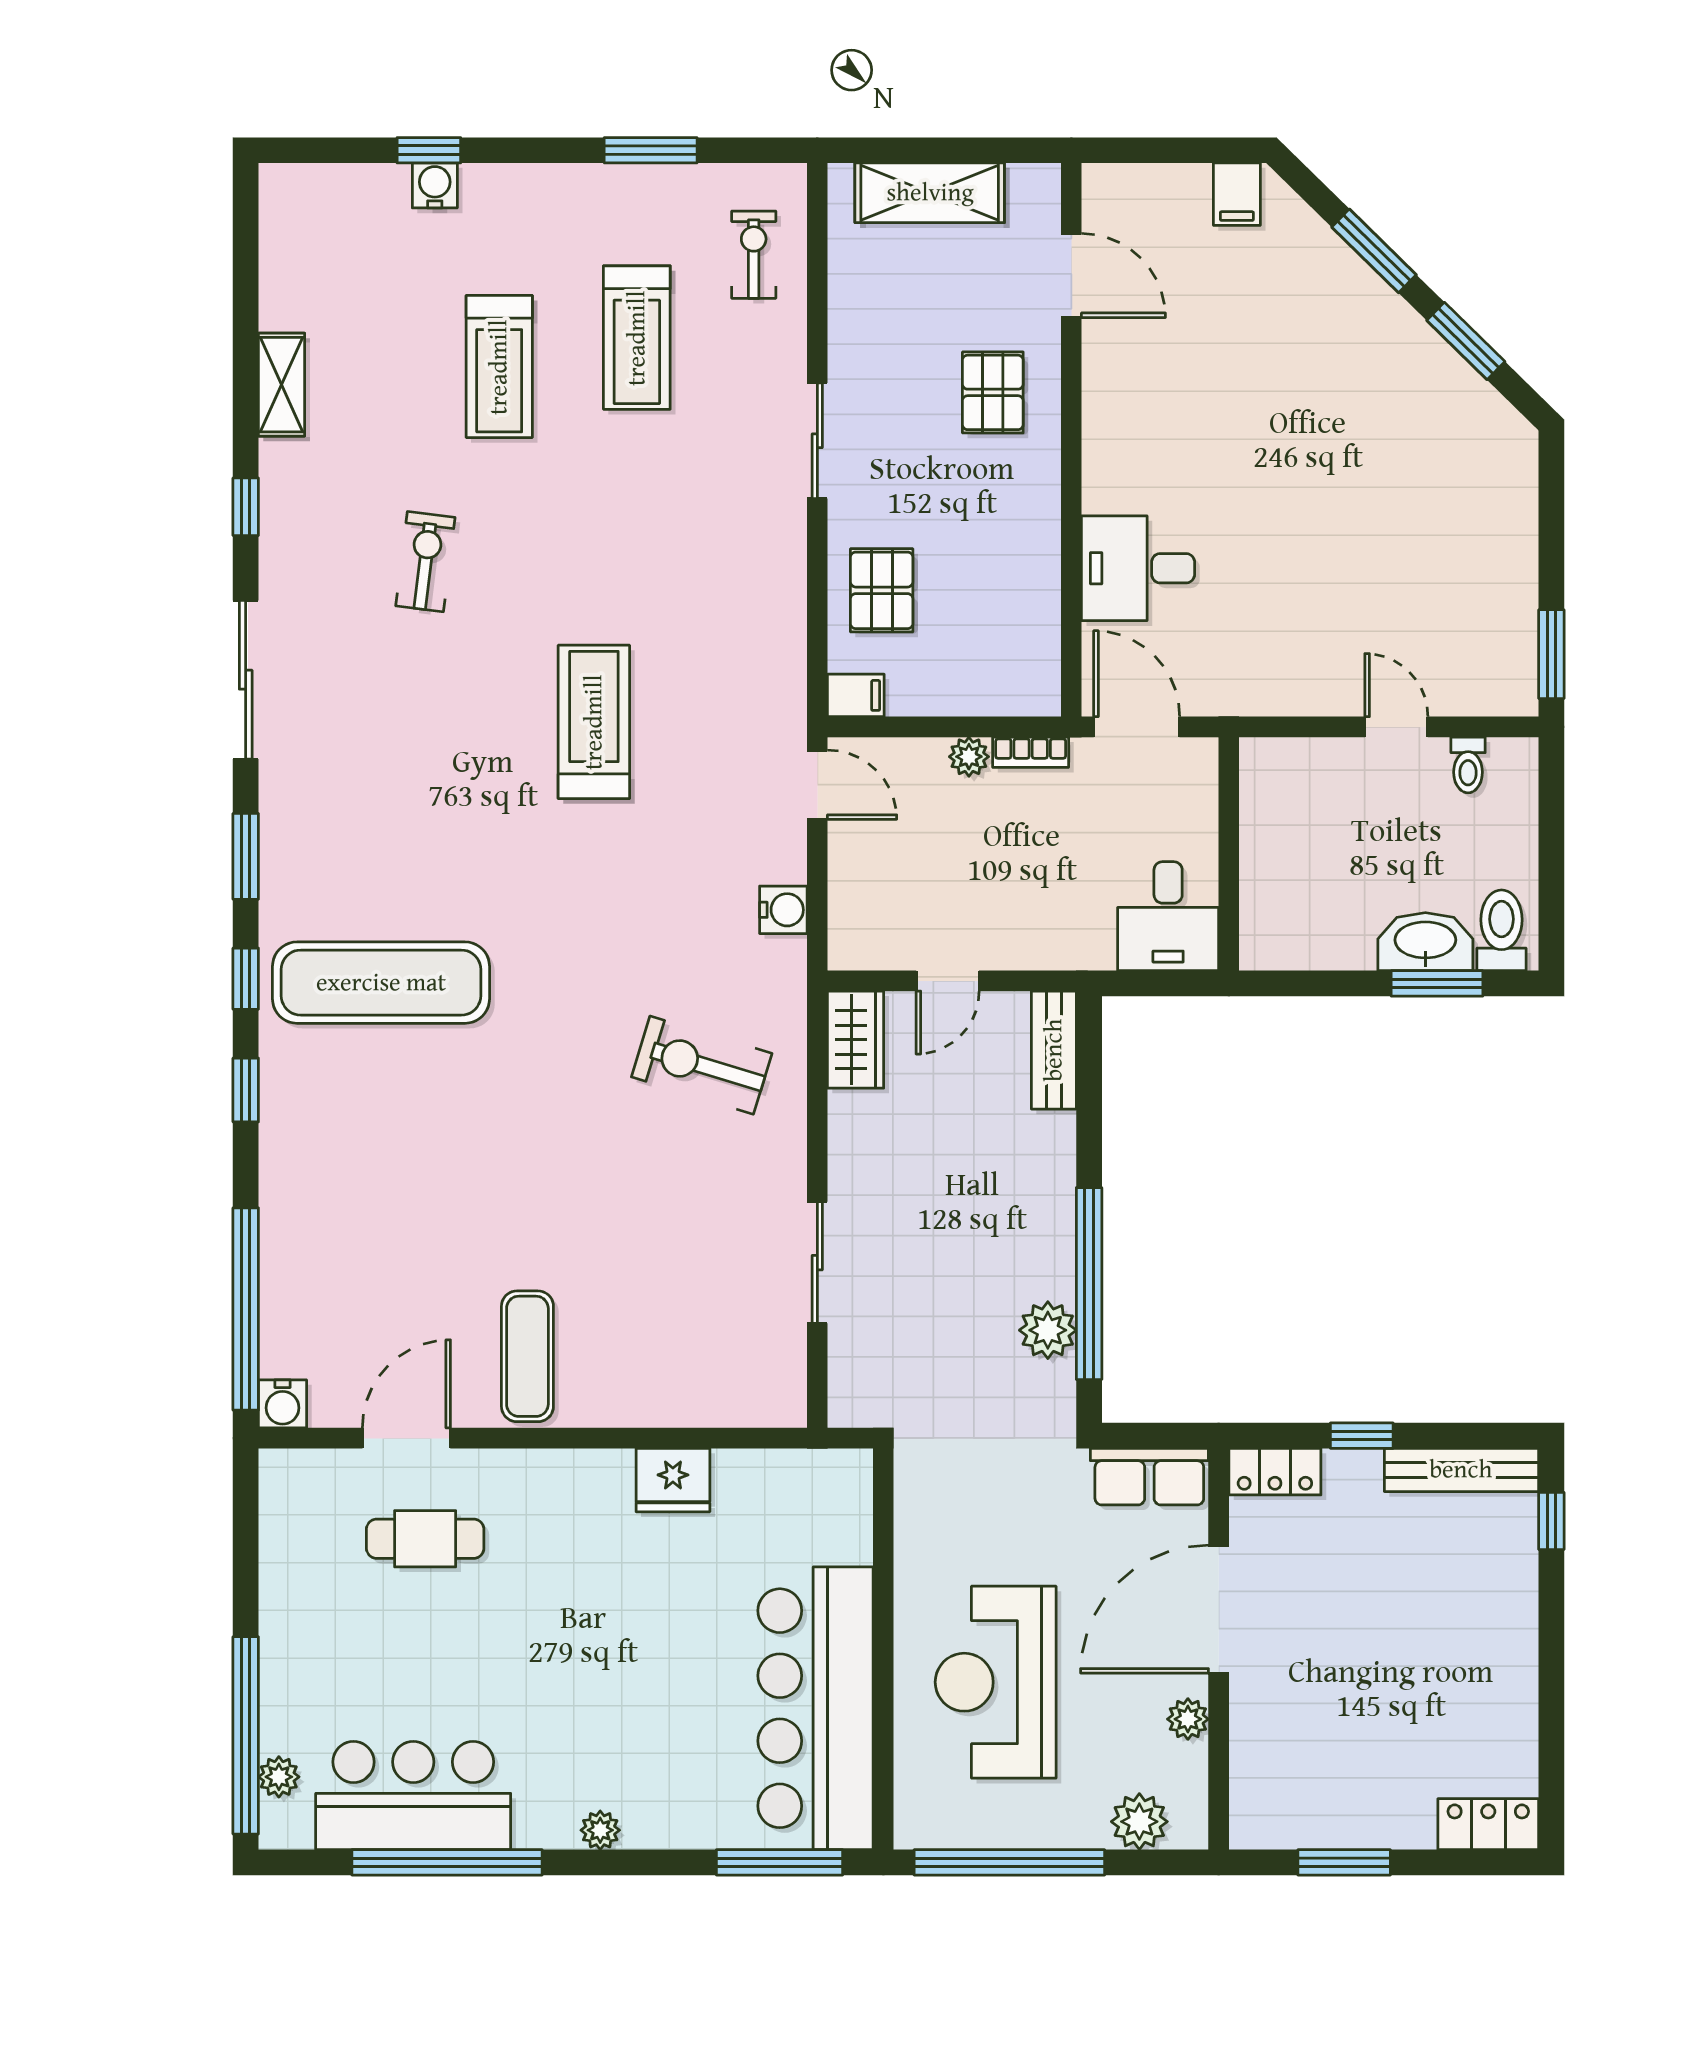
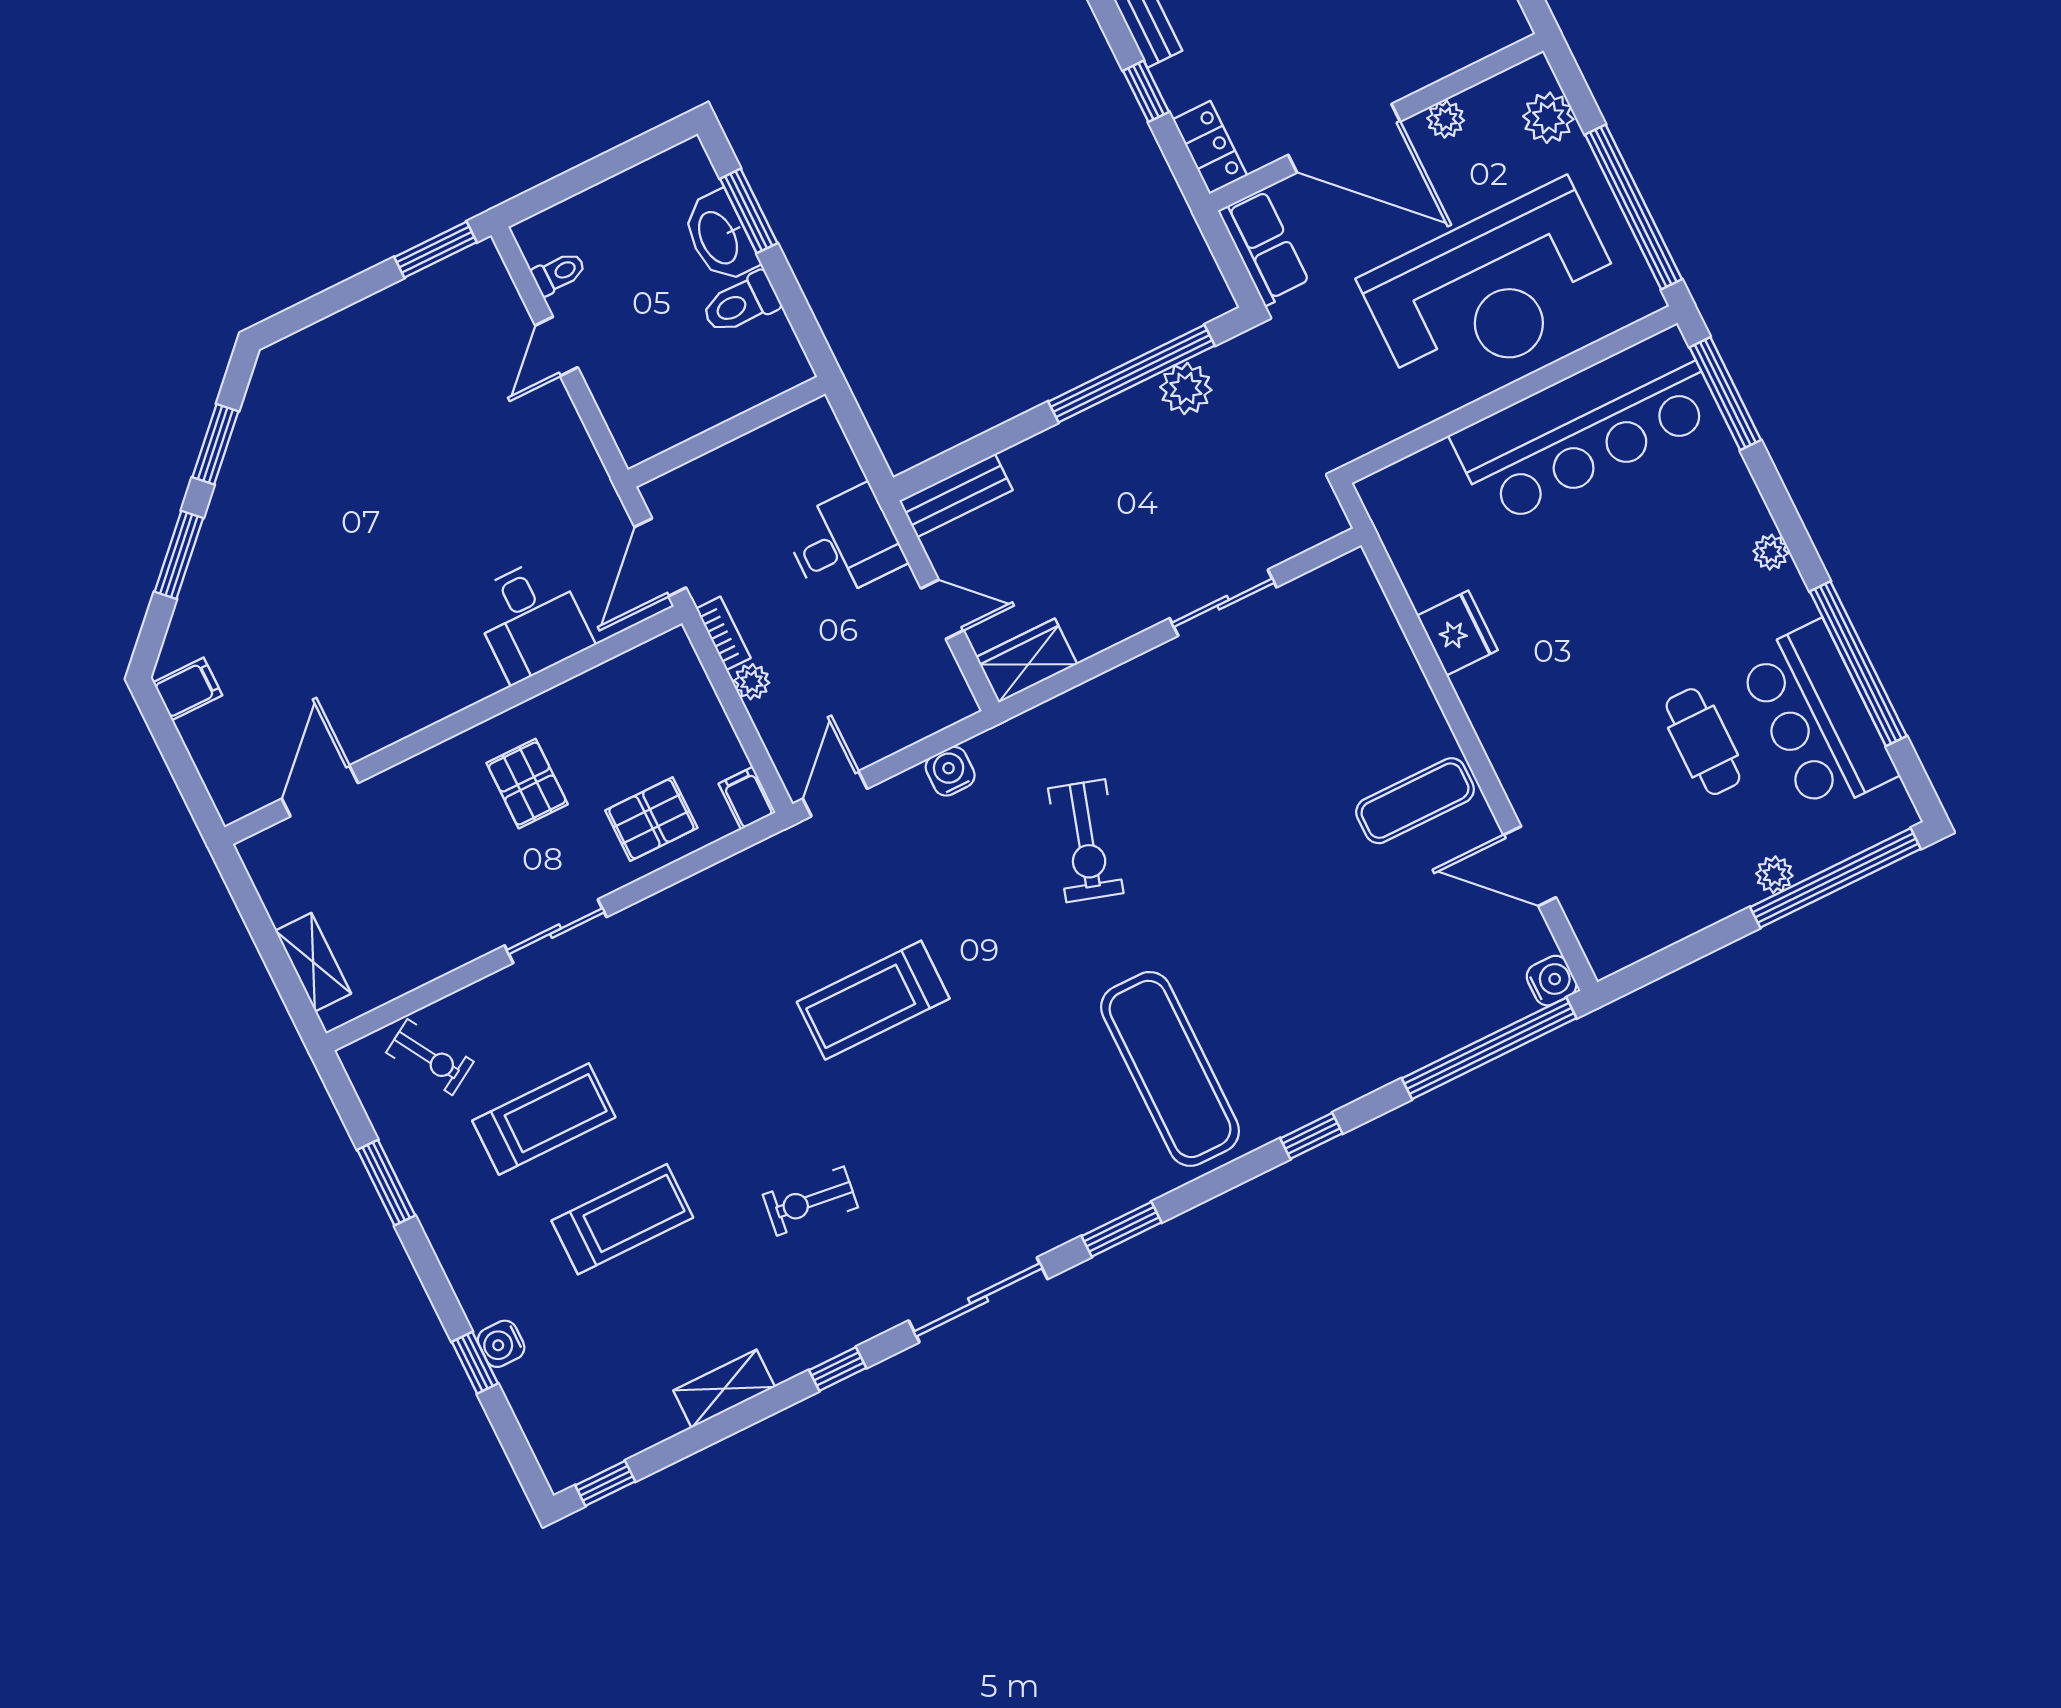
shelving: (930, 193) -> (313, 962), width x0.67, depth x0.75
exercise bike: (754, 255) -> (430, 1057), turned -121
pallet: (993, 392) -> (527, 784), moved, turned 90
desk: (1168, 916) -> (845, 544), moved
toilet: (1502, 930) -> (741, 303), moved
window: (246, 979) -> (605, 1483), moved
exercise bike: (702, 1065) -> (1086, 841), moved
cafe table: (425, 1539) -> (1703, 742), moved
reception desk: (996, 1682) -> (1493, 290), width x1.36, depth x1.30
plant: (279, 1777) -> (1774, 875), moved

